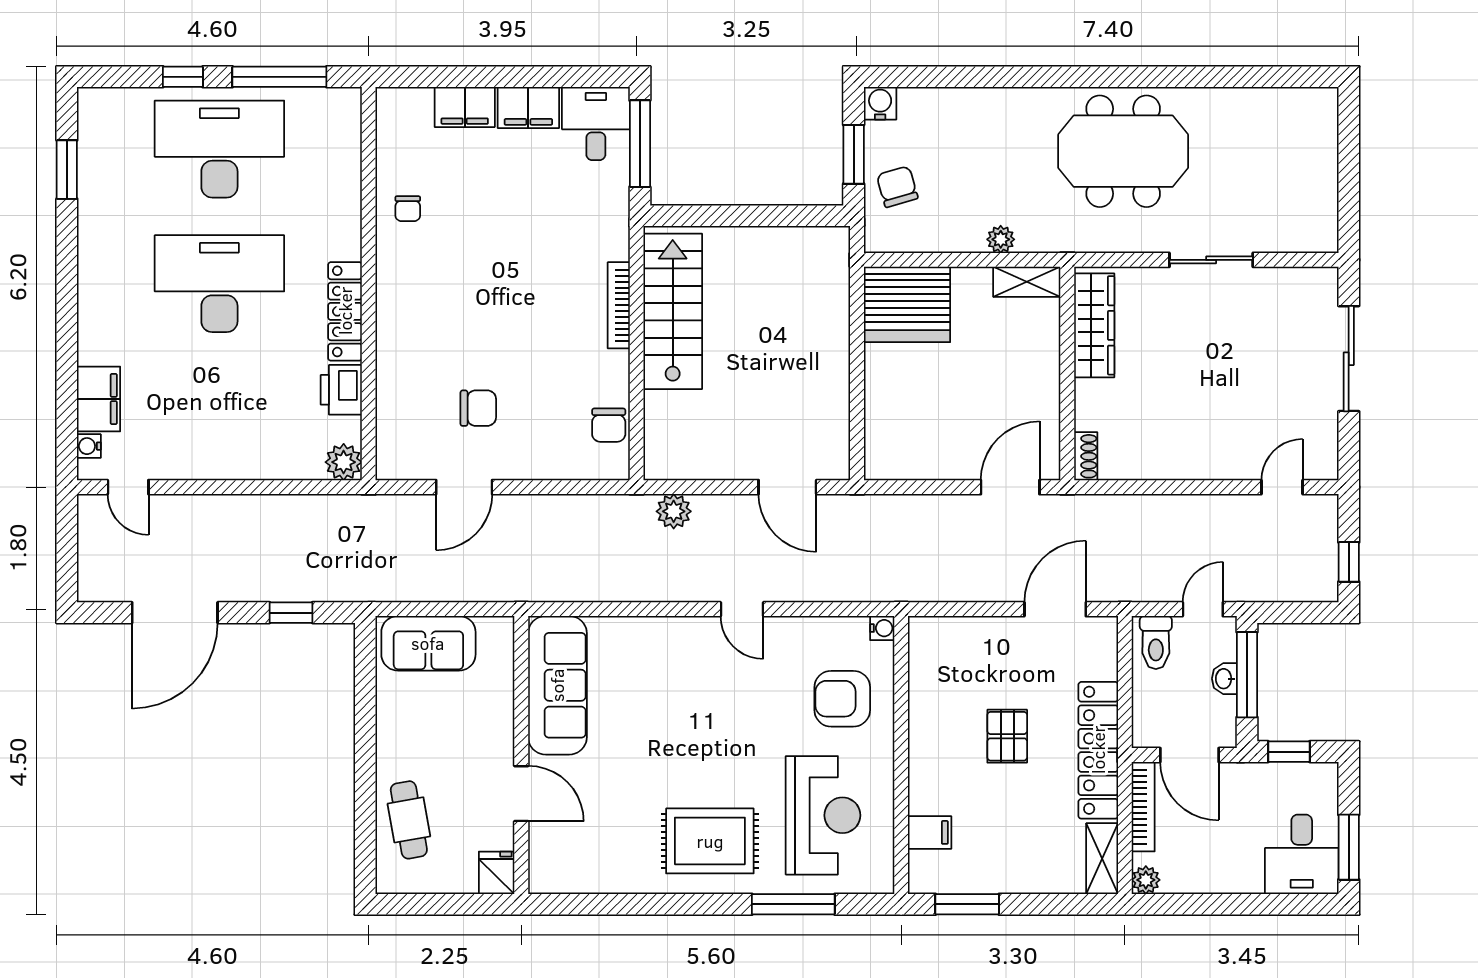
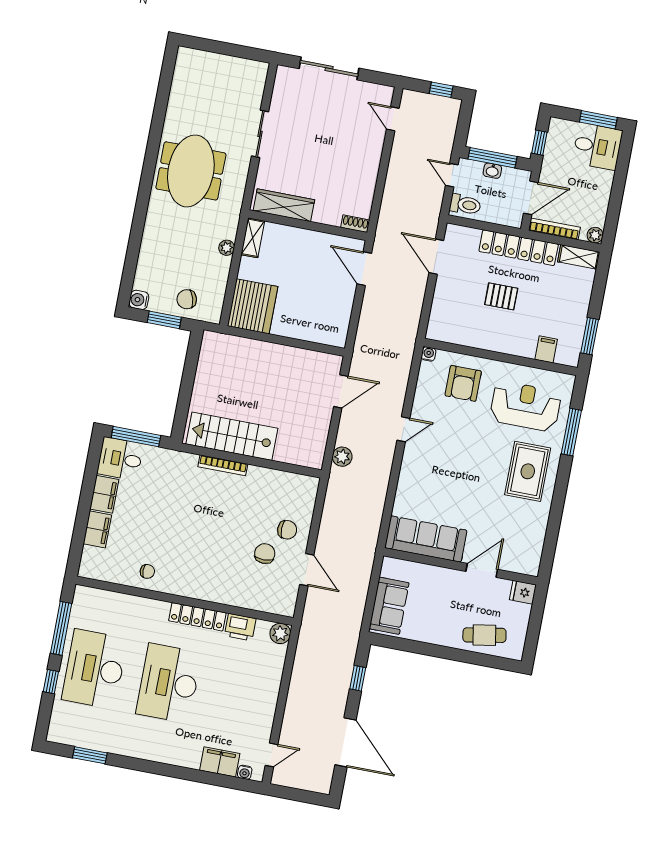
chair: (609, 425) -> (287, 530), moved

